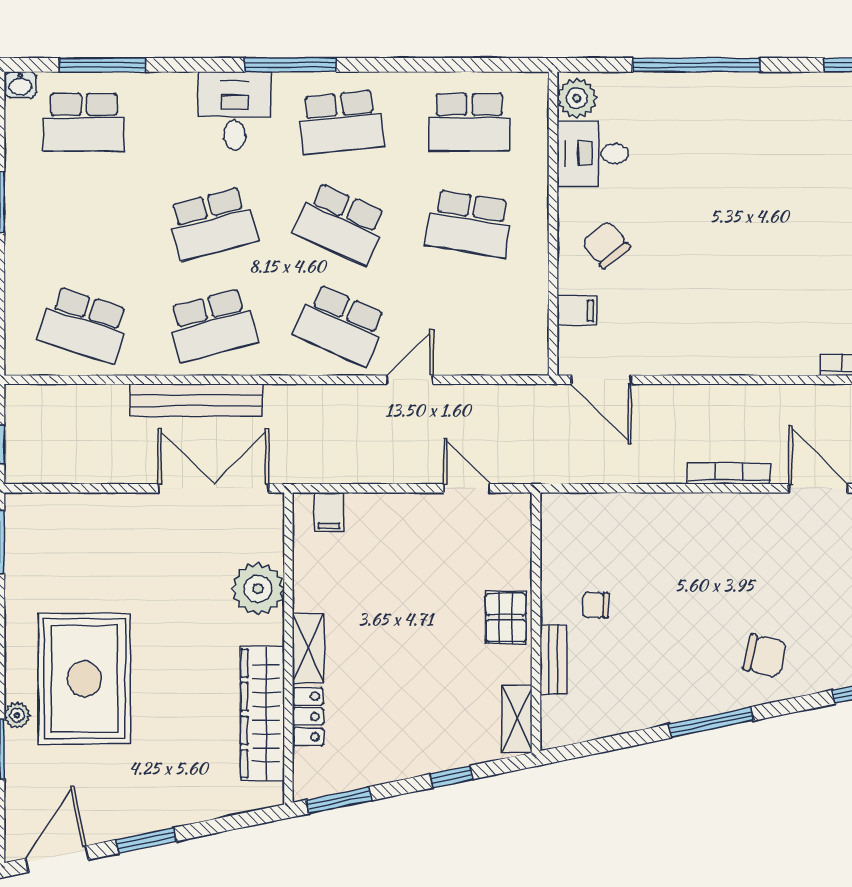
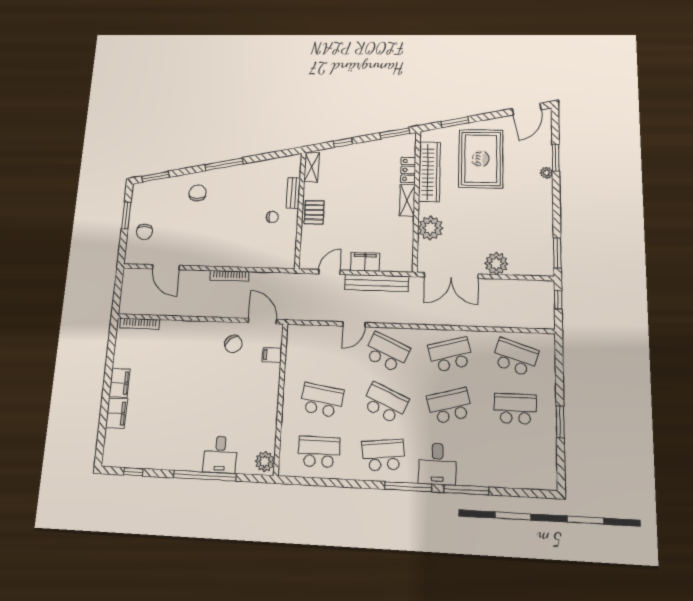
window: (102, 65) -> (466, 490), moved
washbasin: (20, 85) -> (549, 484), removed
school desk: (84, 122) -> (515, 409), moved
desk: (593, 154) -> (220, 455), moved, turned 90
chair: (606, 245) -> (233, 344), moved
bench: (196, 400) -> (377, 283), moved
bookcase: (729, 474) -> (229, 276), moved
door: (467, 488) -> (329, 272), swing flipped
filing cabinet: (329, 512) -> (365, 262), moved, width x2.00
plant: (121, 516) -> (496, 264), added
chair: (764, 656) -> (197, 193), turned 77
rug: (84, 679) -> (481, 159), moved
window: (146, 841) -> (455, 122), moved

